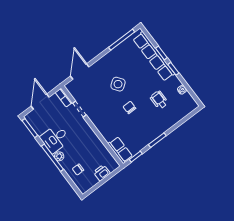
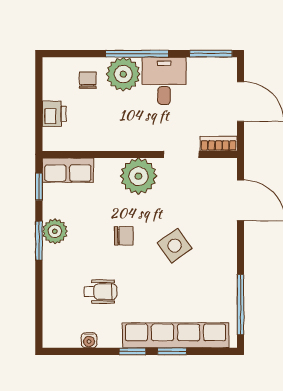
plant: (101, 120) -> (138, 176), added
plant: (149, 137) -> (55, 231), added
plant: (59, 156) -> (123, 74), width x1.88, depth x1.88

